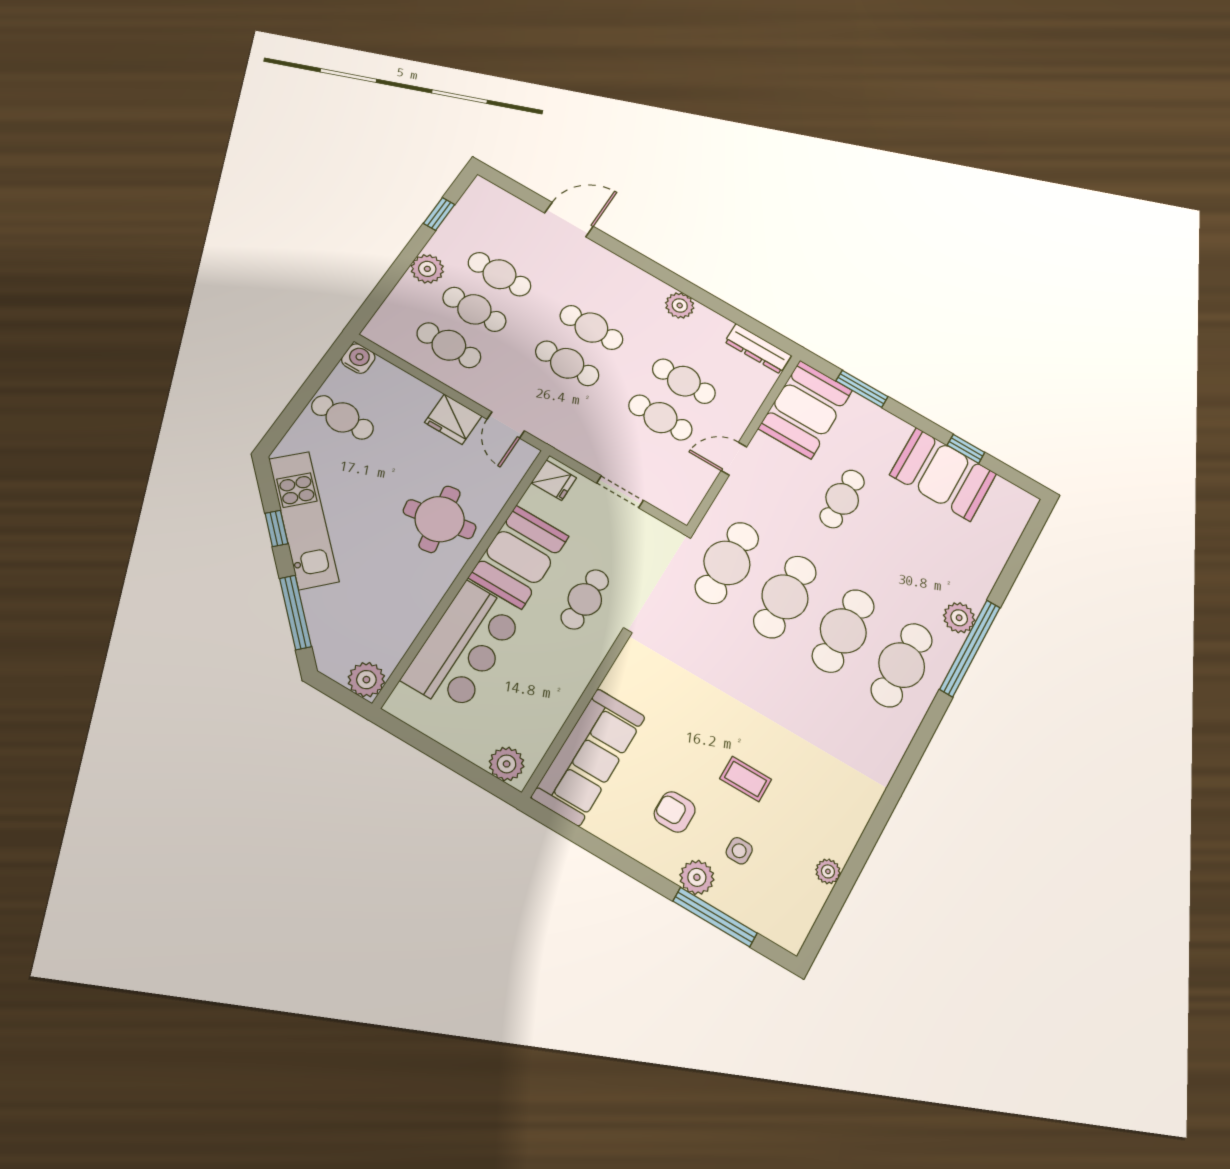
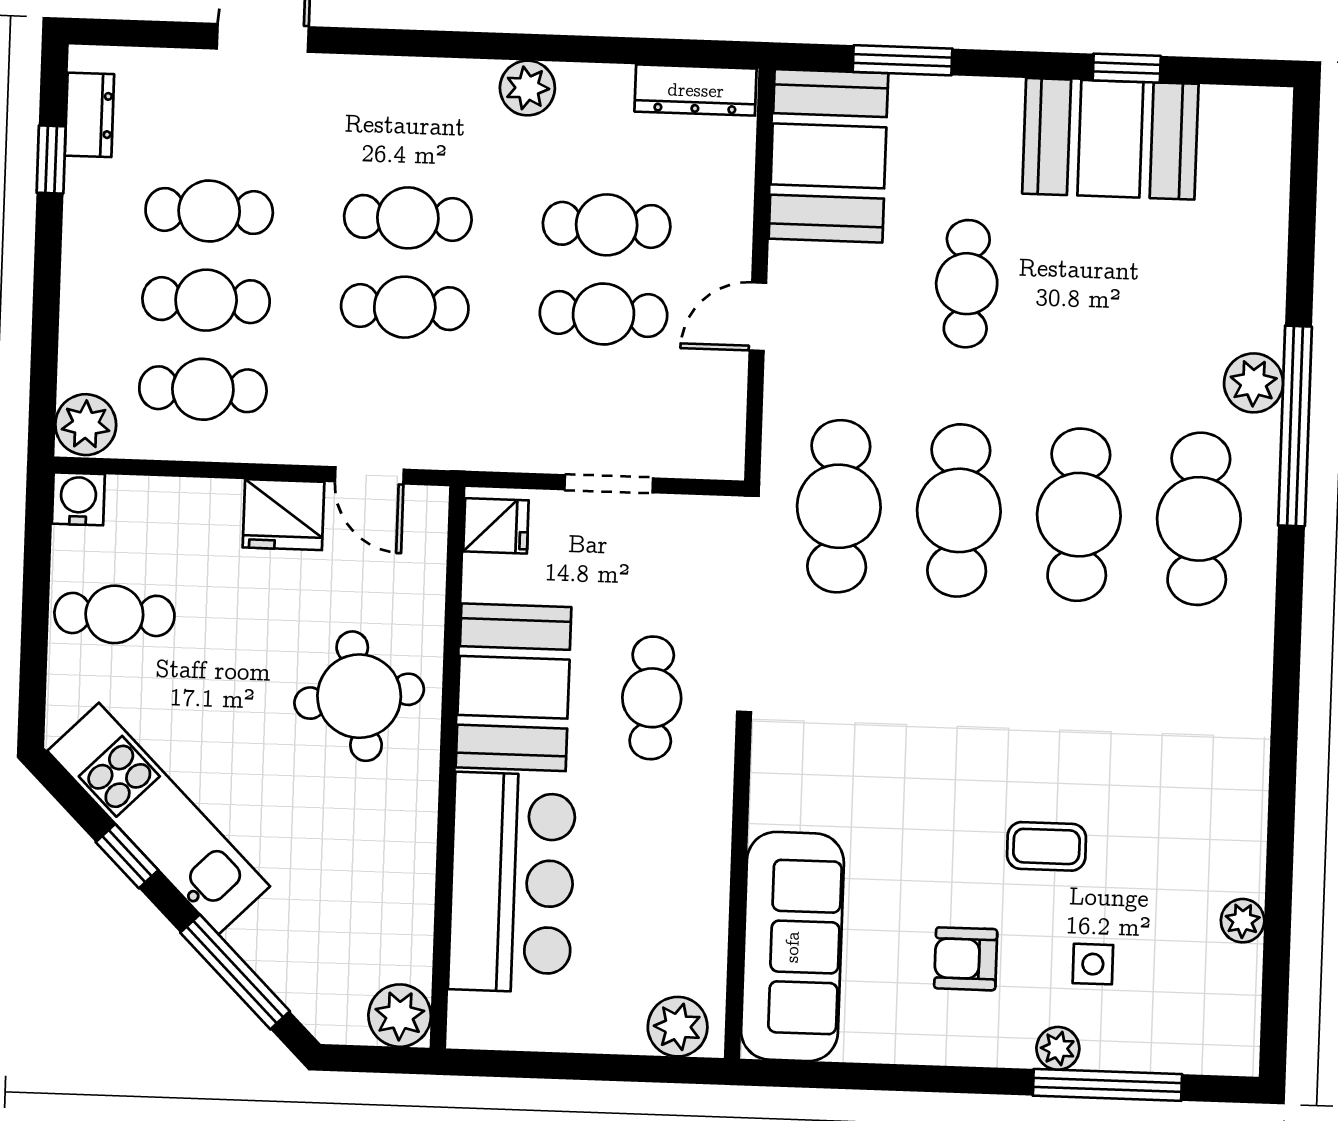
dresser: (469, 206) -> (89, 115), added
plant: (427, 269) -> (86, 425), moved
plant: (697, 877) -> (1058, 1048), width x0.73, depth x0.73

